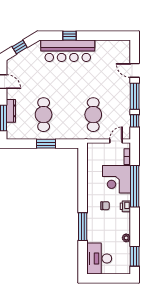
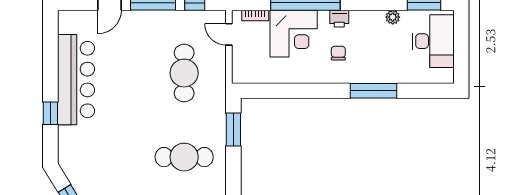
bar counter: (68, 51) -> (76, 80), moved
cafe table: (93, 115) -> (184, 73), turned 90
window: (46, 144) -> (233, 130), moved
desk: (99, 258) -> (433, 41), moved, turned -90

